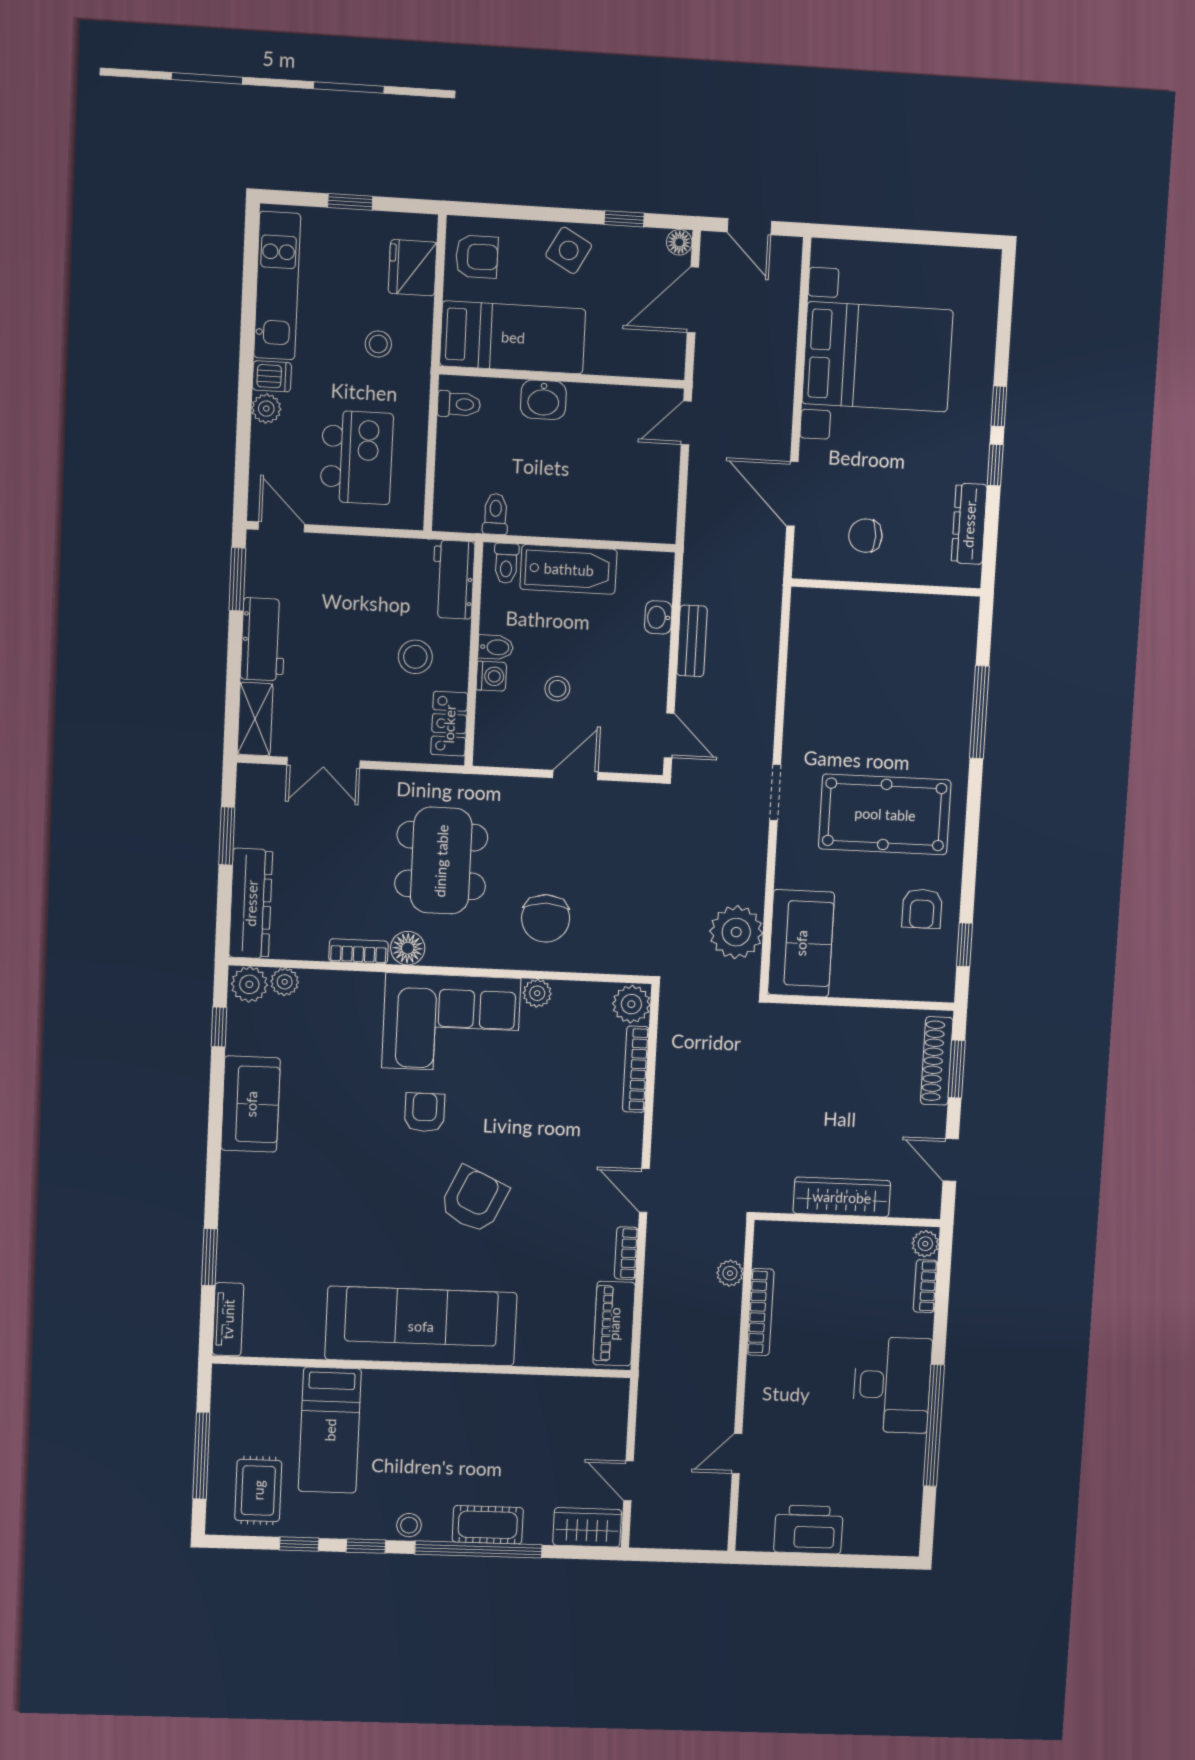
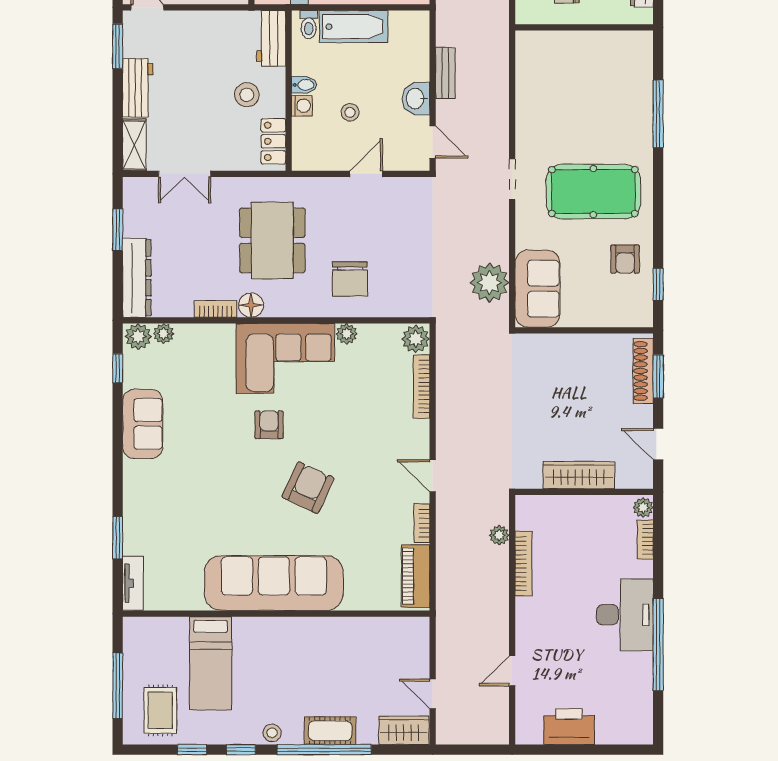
washbasin: (658, 617) -> (416, 99), moved, width x1.38, depth x1.45

